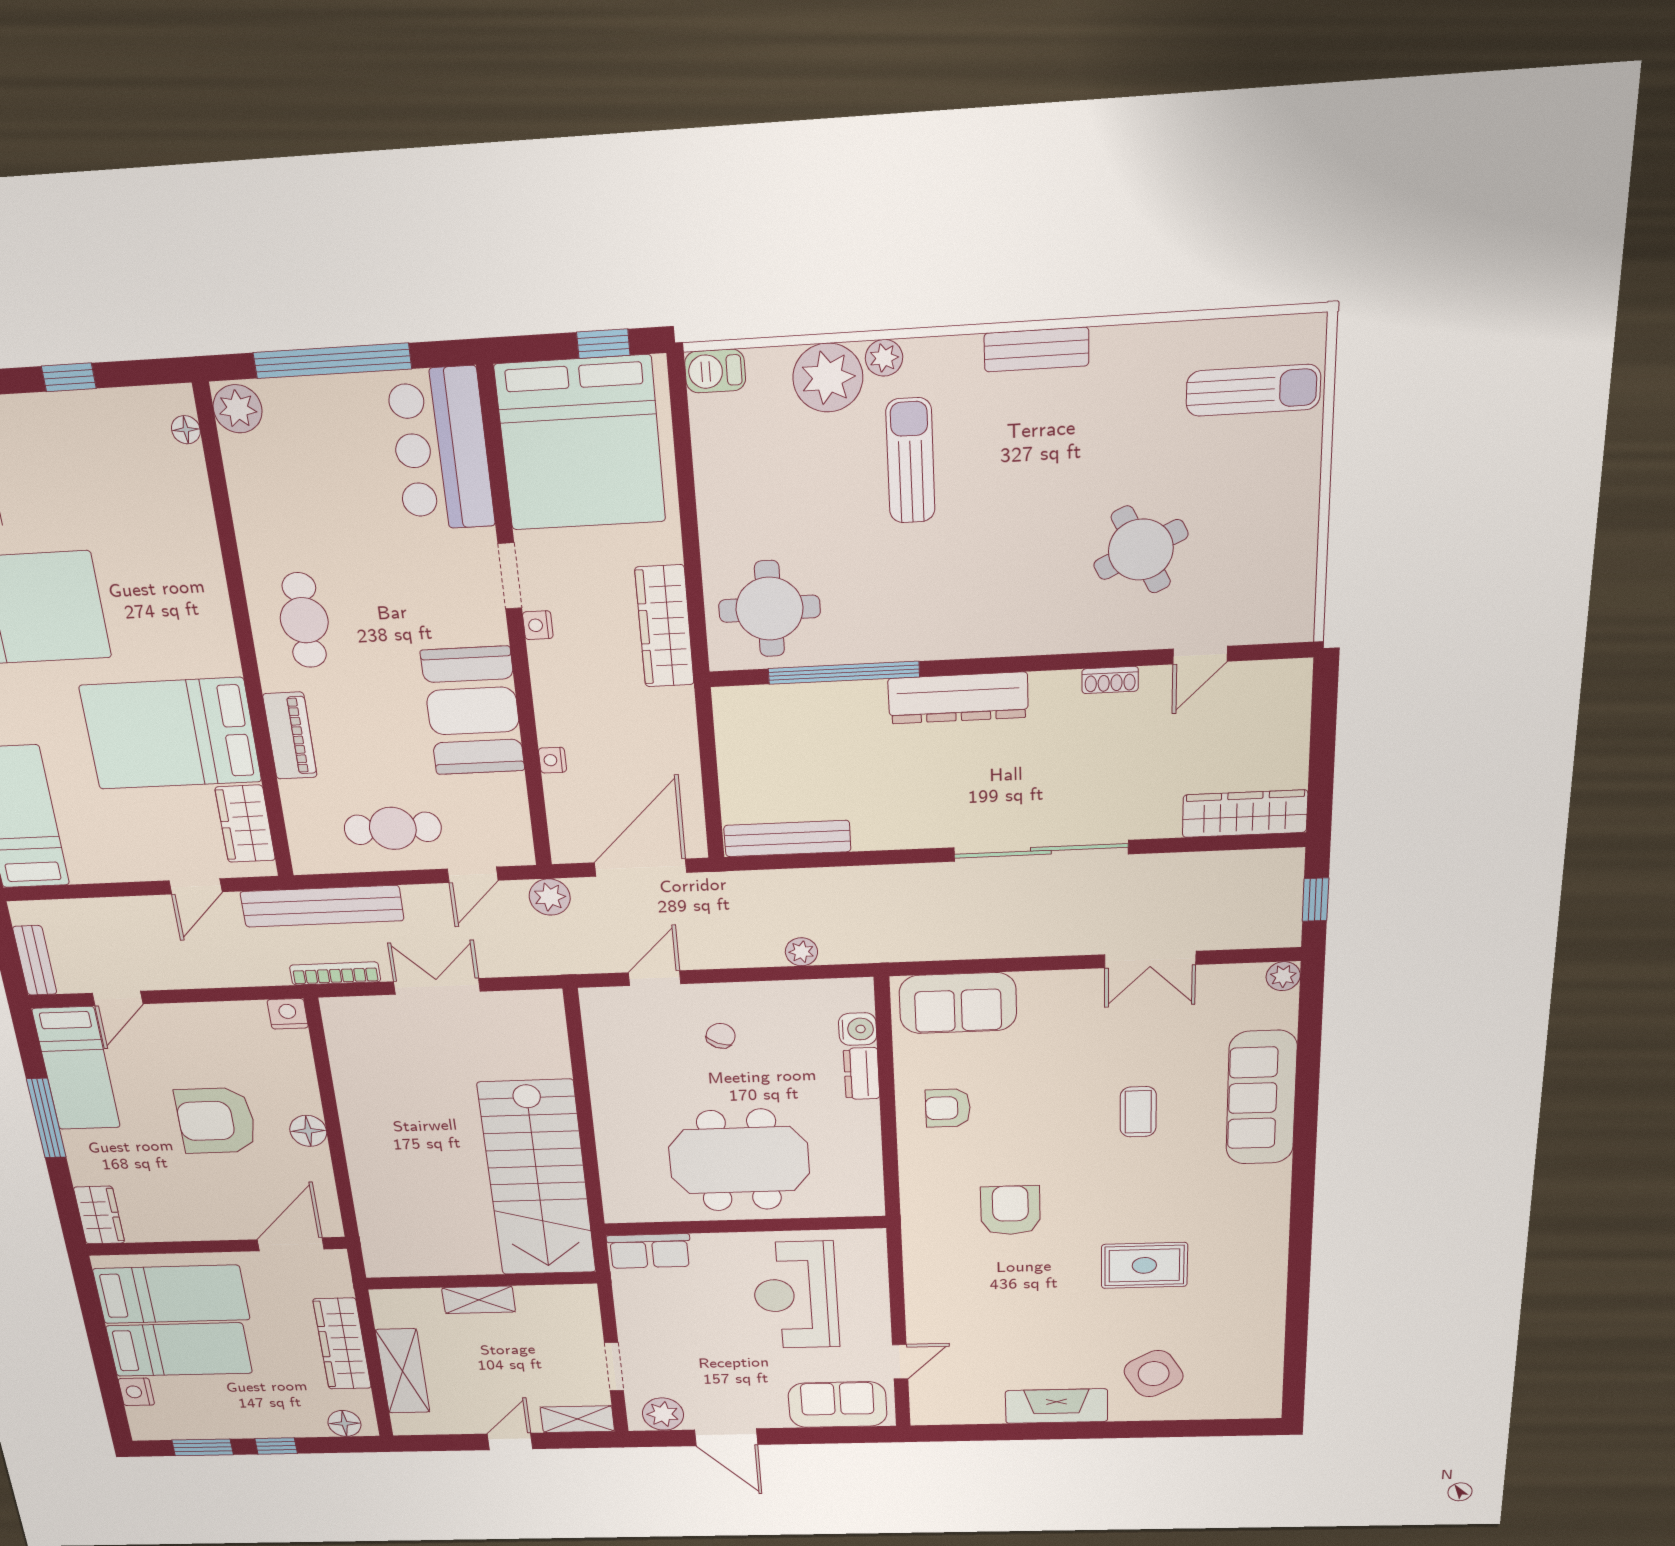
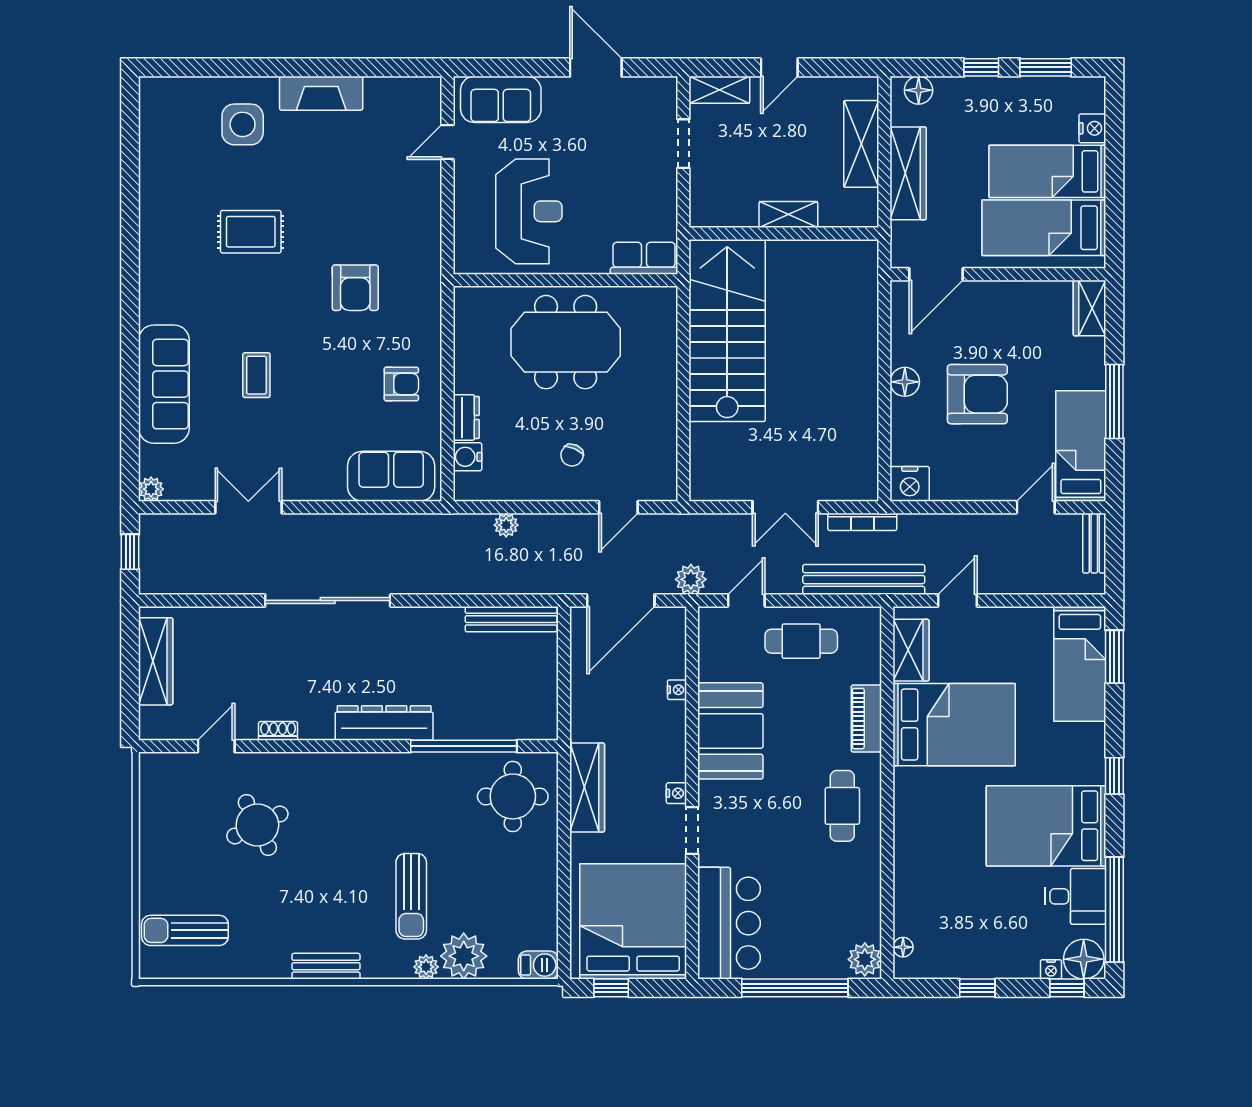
wardrobe: (1245, 814) -> (156, 661), moved, turned -90
nightstand: (288, 1014) -> (910, 484), width x1.36, depth x1.33
side table: (1154, 1374) -> (243, 124), turned 30
plant: (663, 1414) -> (647, 93), removed

